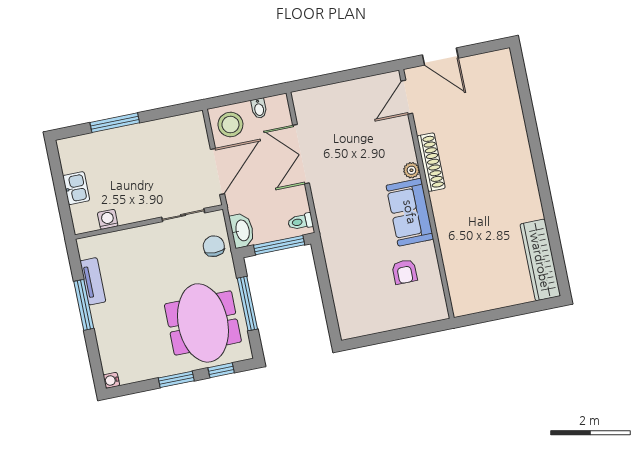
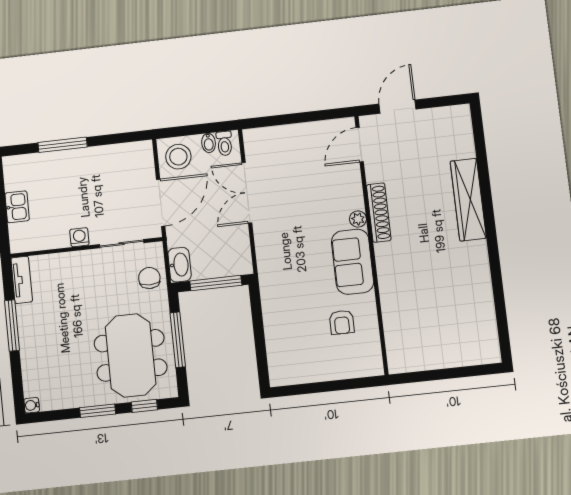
door: (440, 56) -> (398, 107), swing flipped
washing machine: (108, 219) -> (79, 237), moved
toilet: (300, 222) -> (224, 143), moved, turned -90
wardrobe: (540, 260) -> (468, 200), moved
tv unit: (93, 281) -> (22, 280), moved

